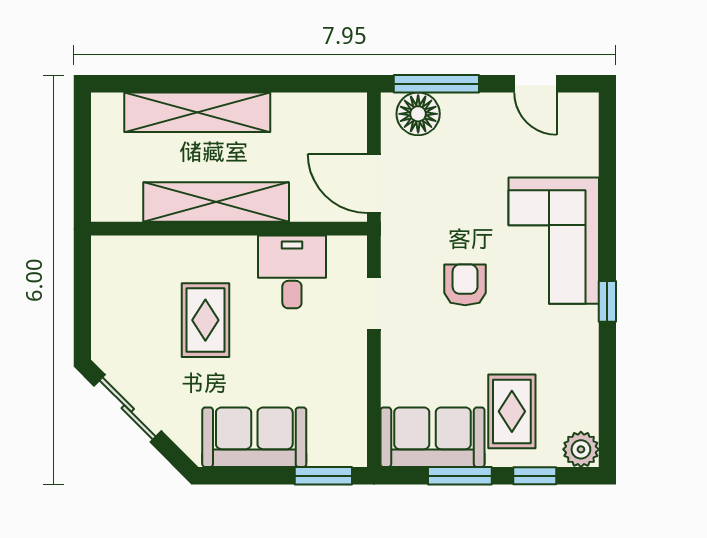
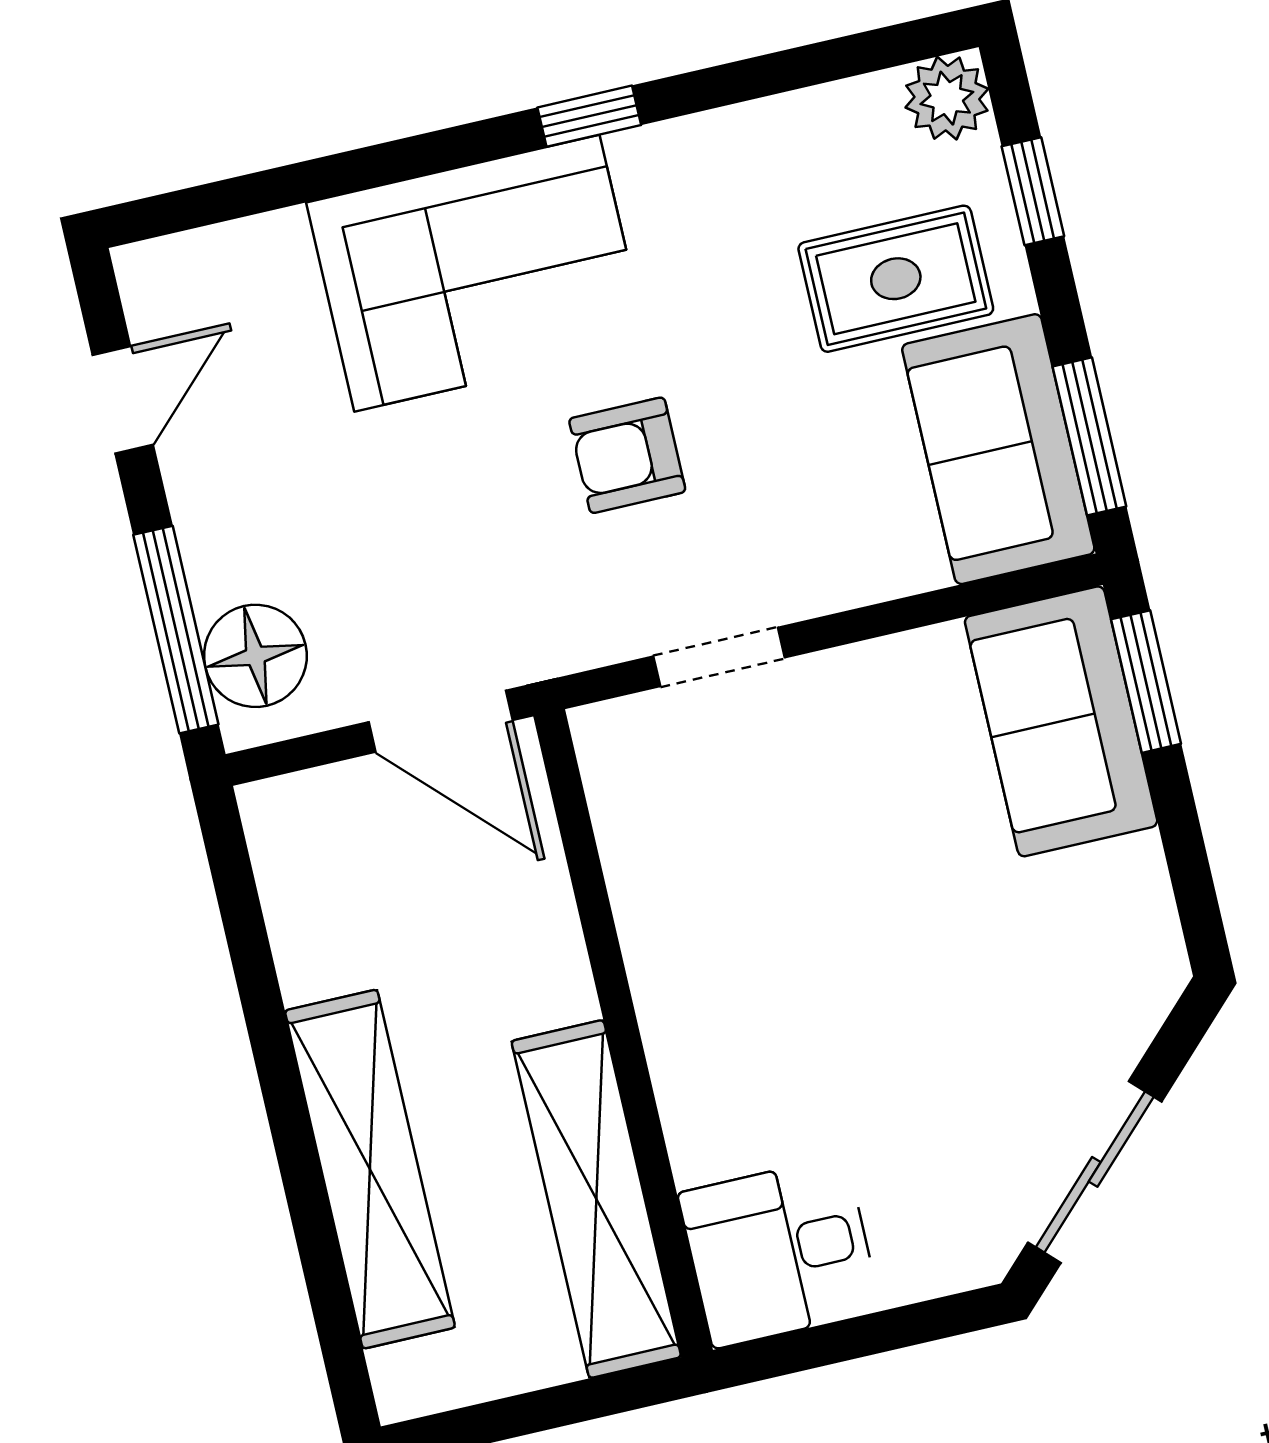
door: (374, 183) -> (441, 721), hinge flipped
shelving: (216, 202) -> (596, 1199), moved
desk: (292, 272) -> (779, 1252), moved
rug: (205, 320) -> (848, 1039), removed
sofa: (254, 437) -> (1061, 721), moved
window: (460, 476) -> (1089, 436), moved

